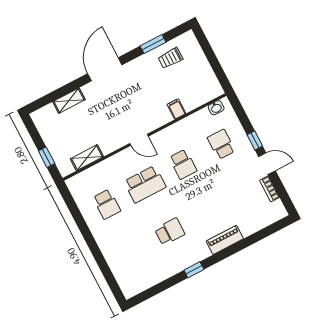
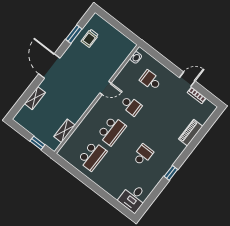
filing cabinet: (176, 109) -> (110, 70), removed
door: (139, 140) -> (105, 88), moved
window: (255, 140) -> (172, 67), removed
school desk: (107, 204) -> (92, 156), width x1.85
piano: (225, 240) -> (191, 133), moved
desk: (134, 279) -> (133, 198), added

